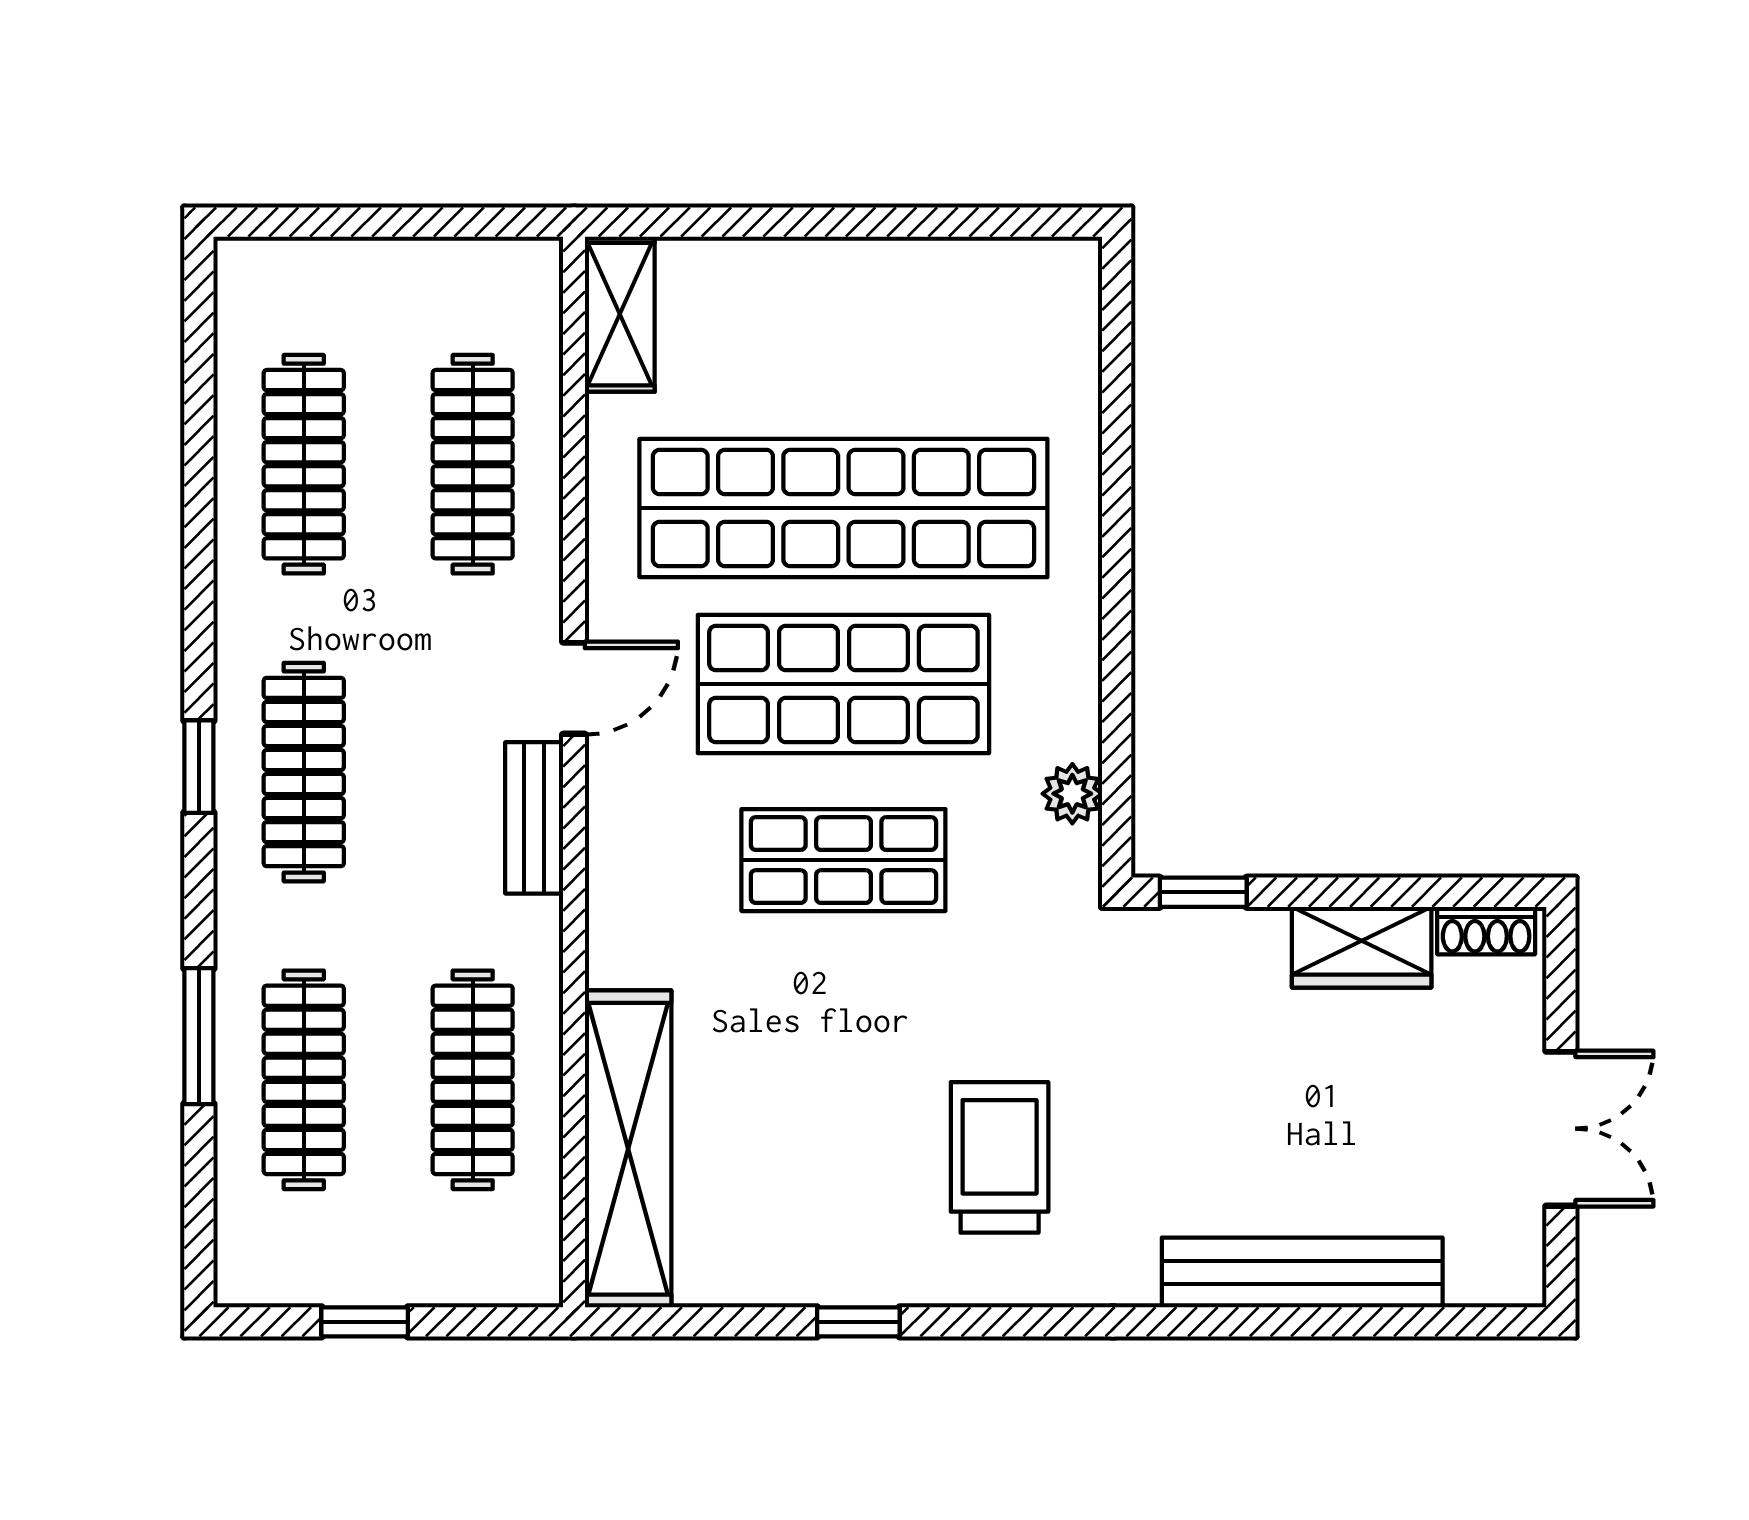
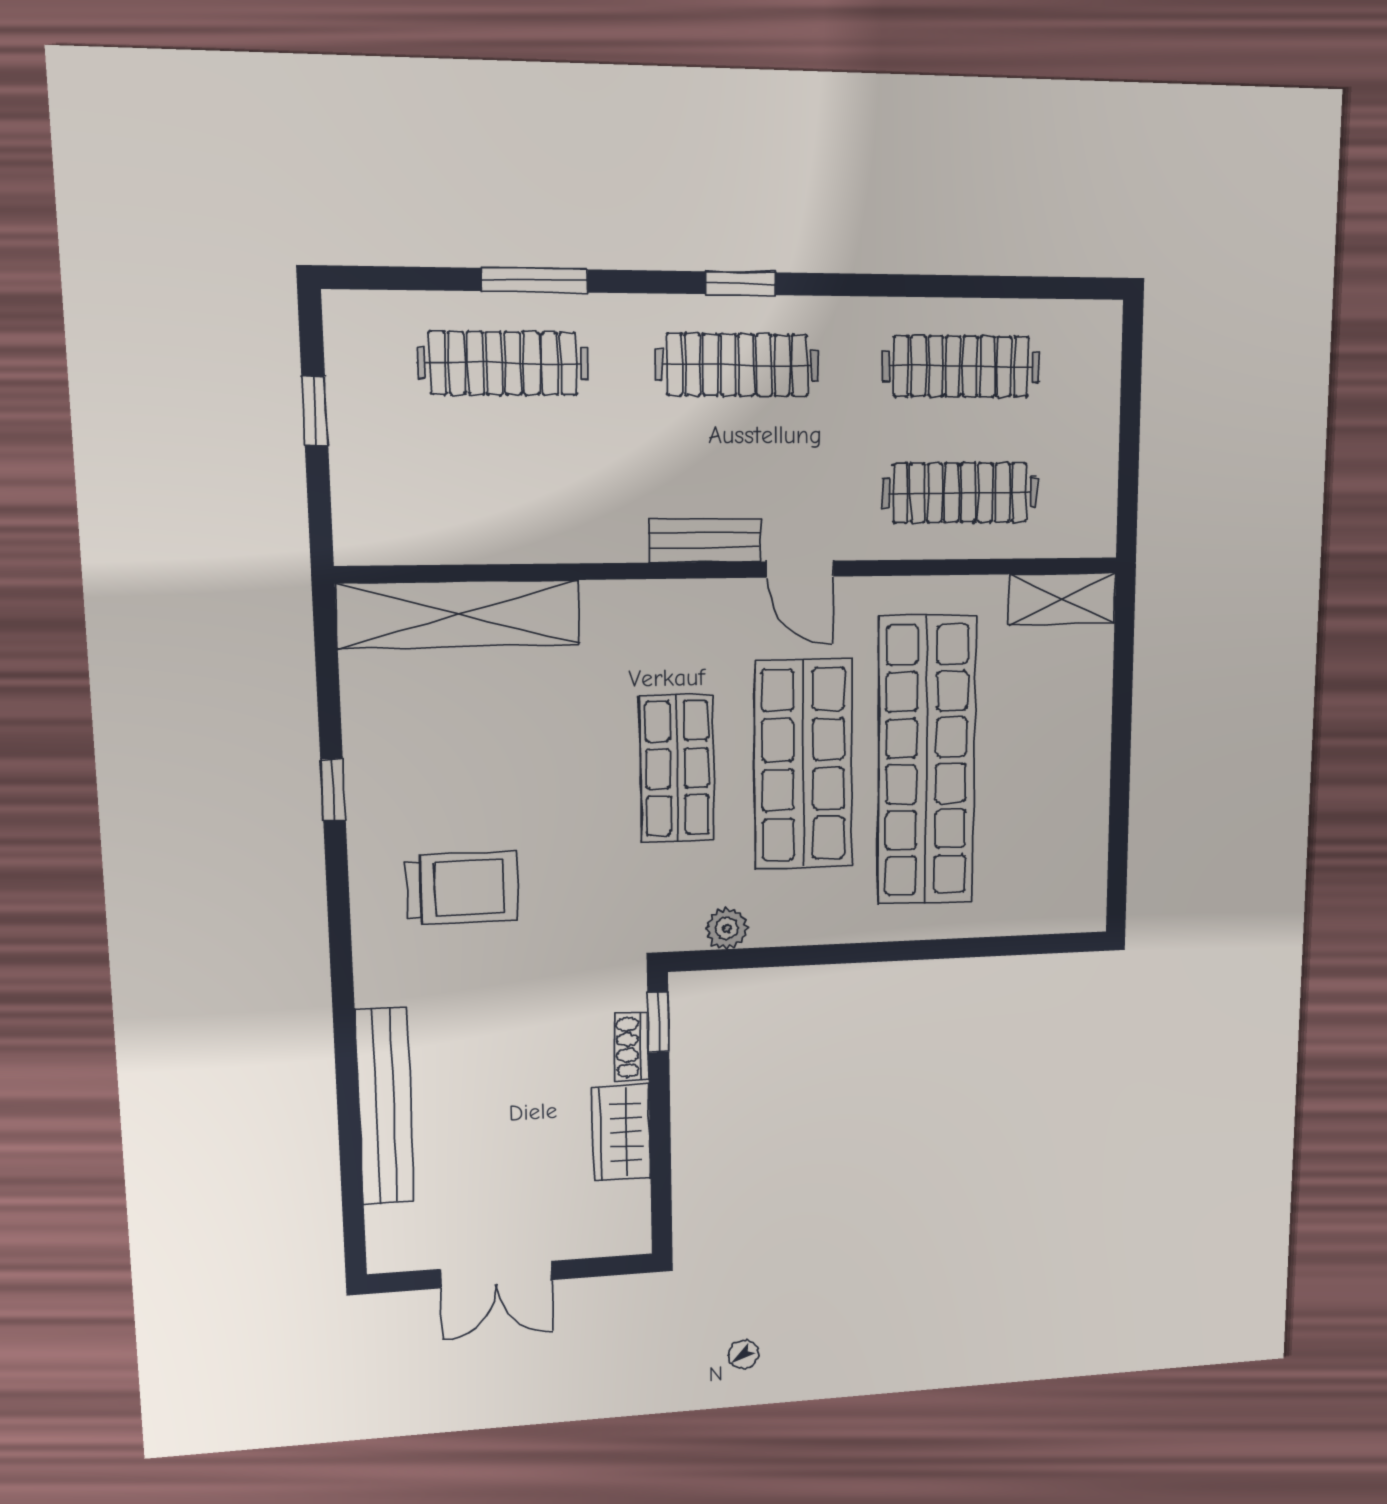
shoe rack: (1486, 931) -> (631, 1047), moved
clothes rail: (473, 1080) -> (507, 495), removed

